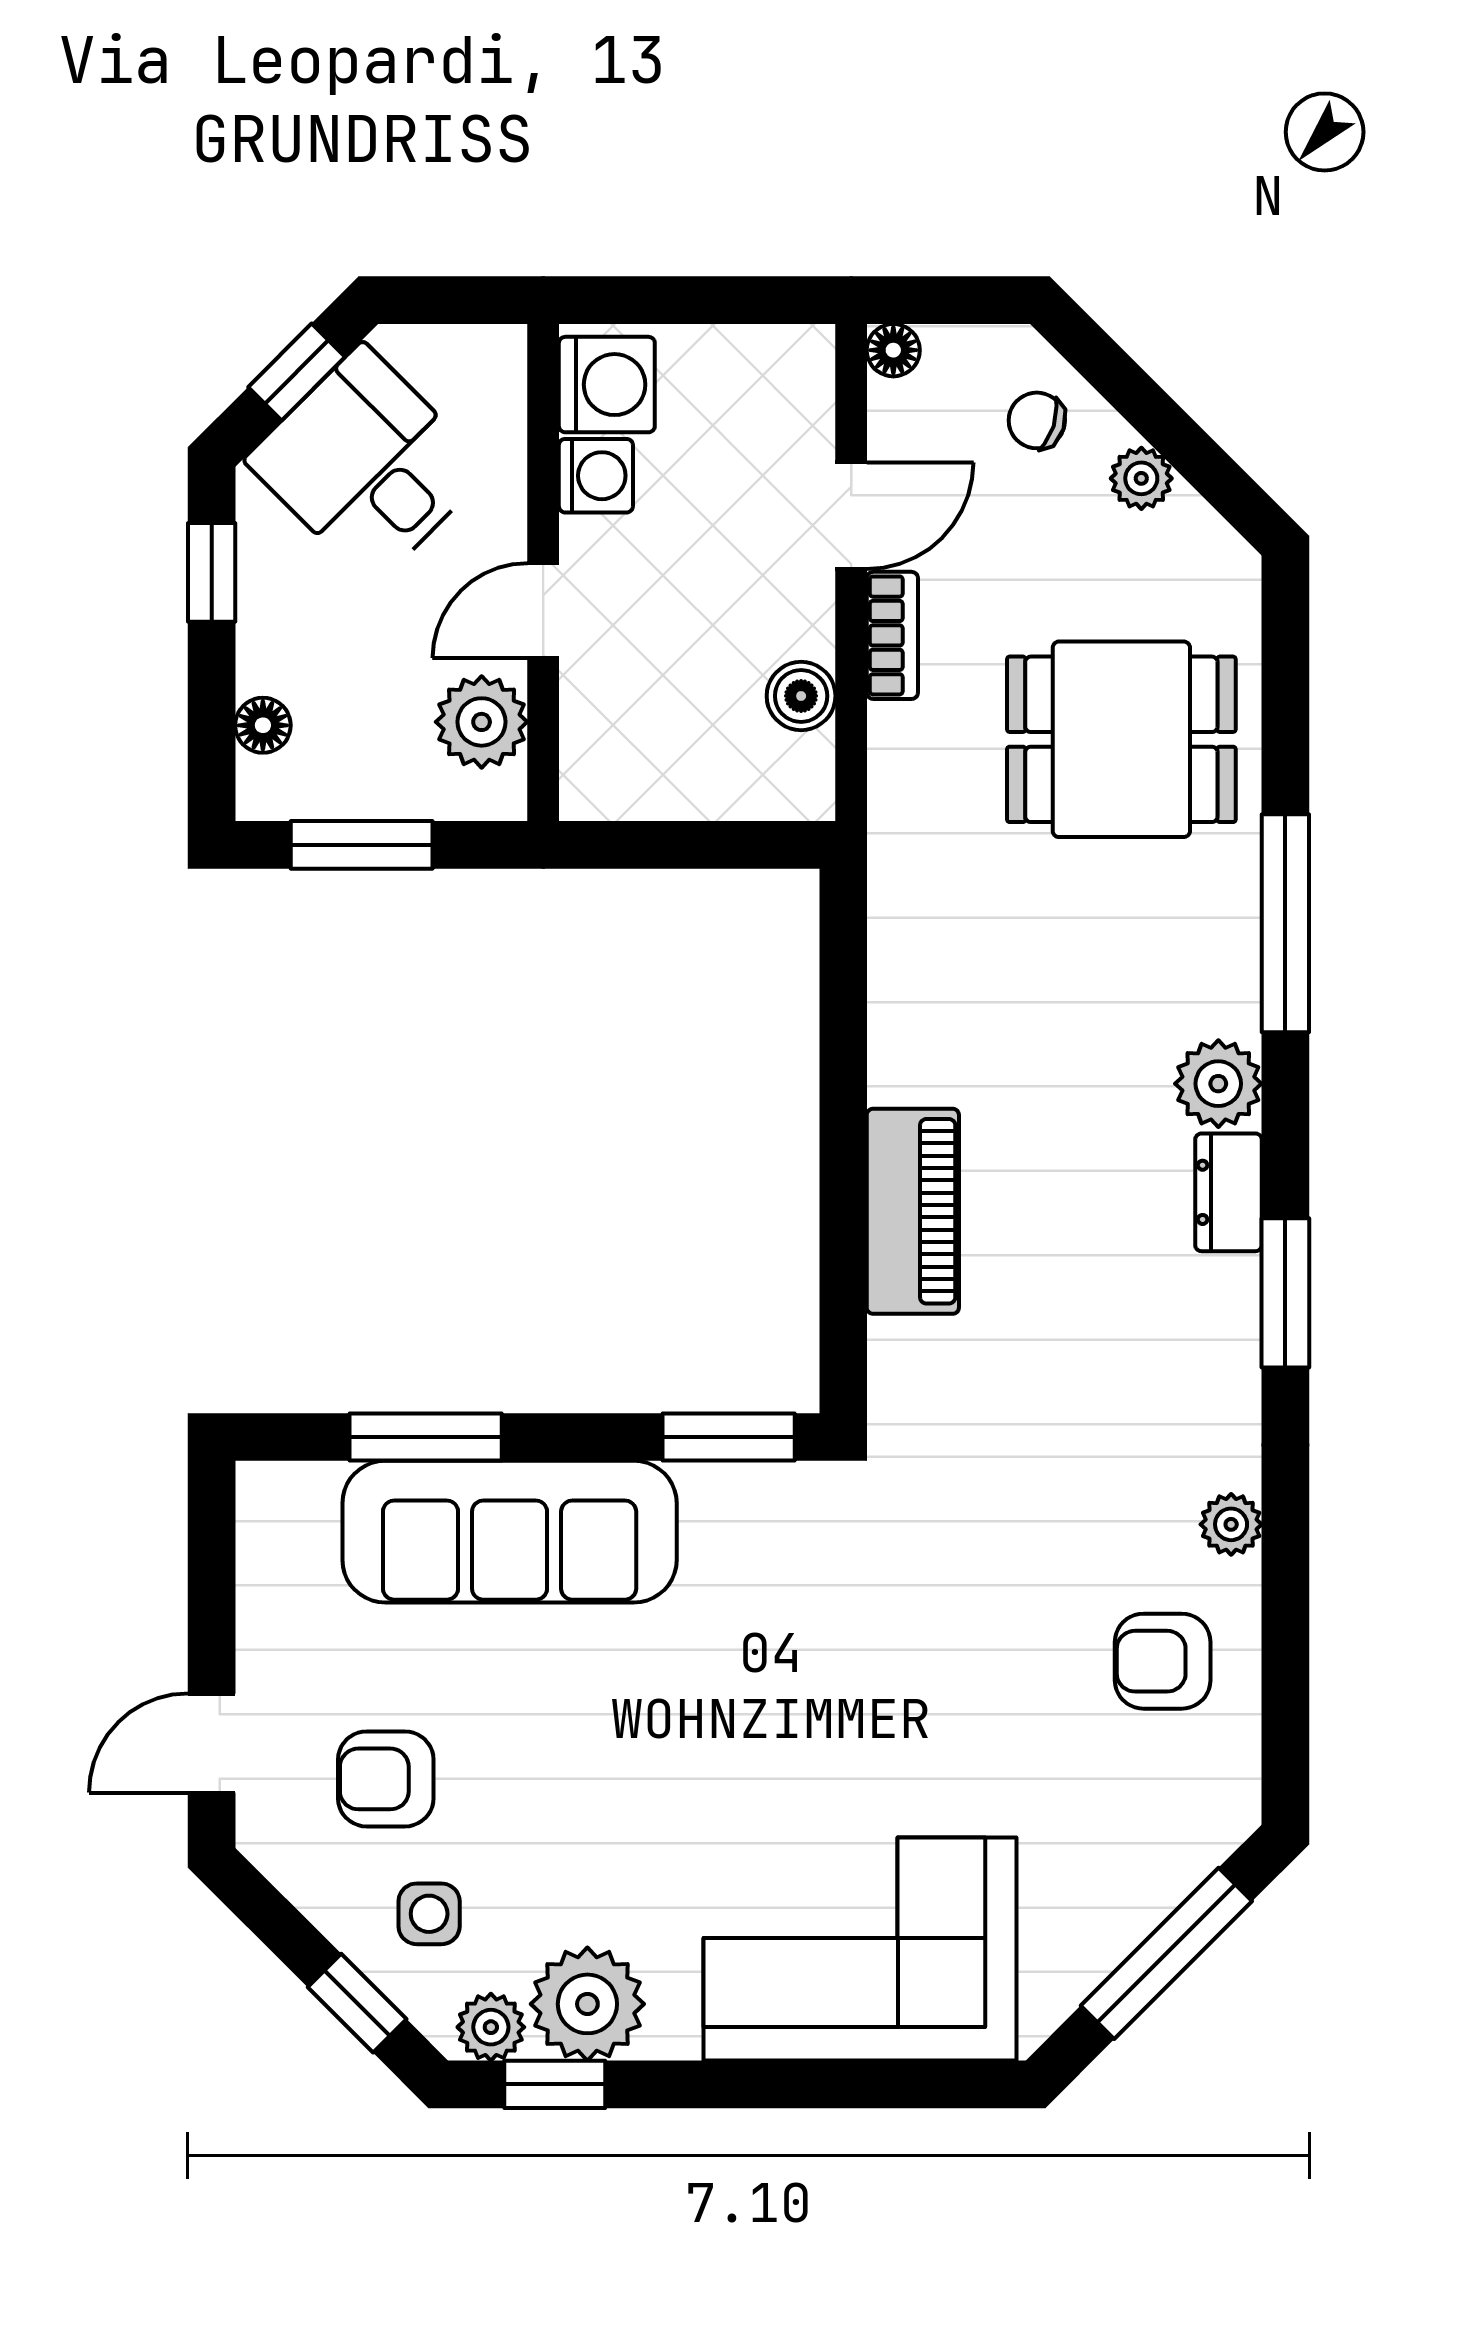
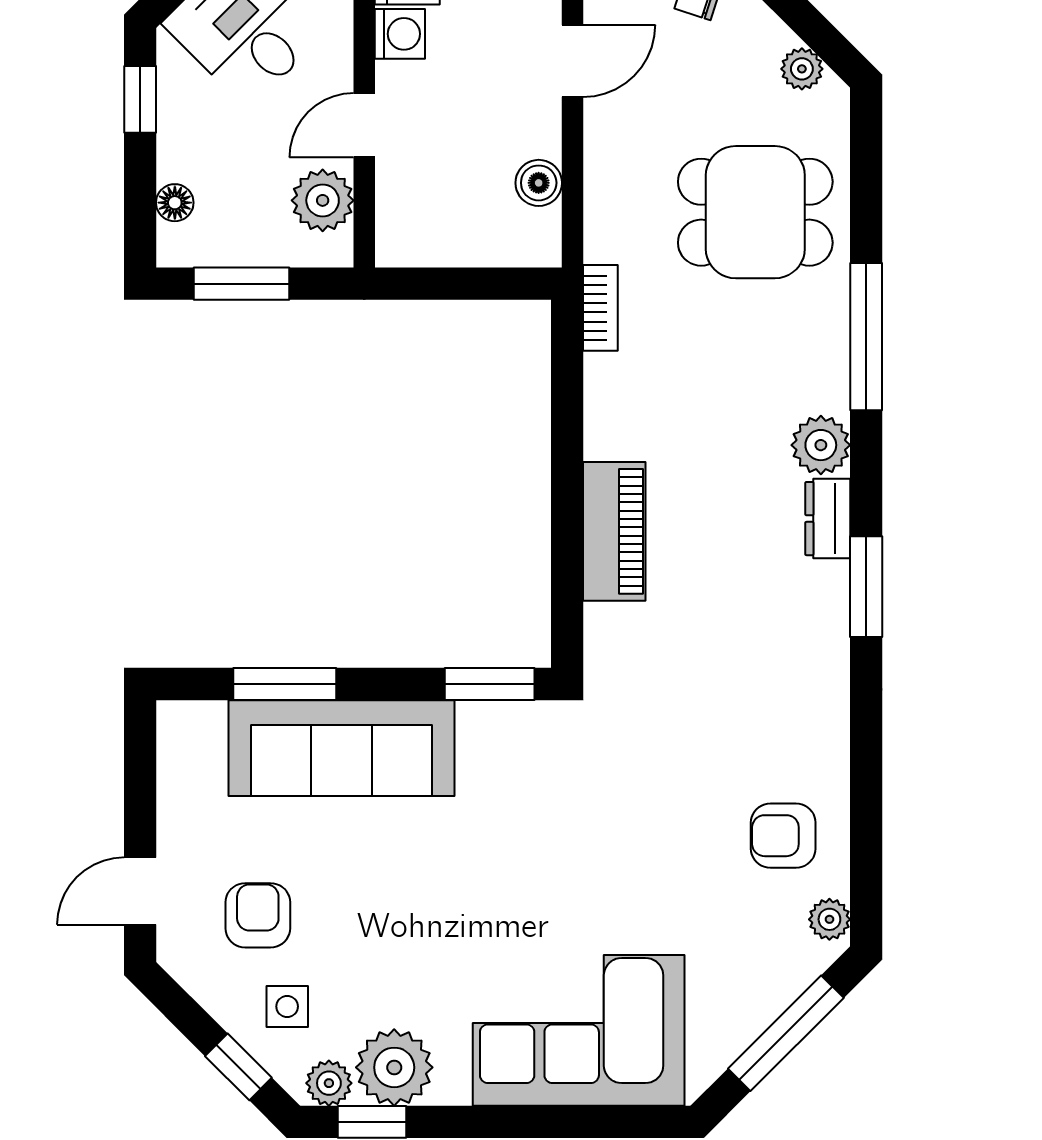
plant: (1141, 478) -> (802, 69), moved
bookcase: (892, 635) -> (600, 308), moved
plant: (1231, 1524) -> (829, 919), moved
armchair: (386, 1779) -> (258, 915), turned 90

